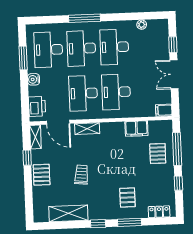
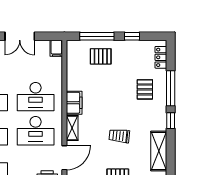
filing cabinet: (136, 129) -> (74, 103), moved
pallet: (127, 197) -> (145, 89), turned 90
window: (130, 222) -> (171, 88), width x1.44

